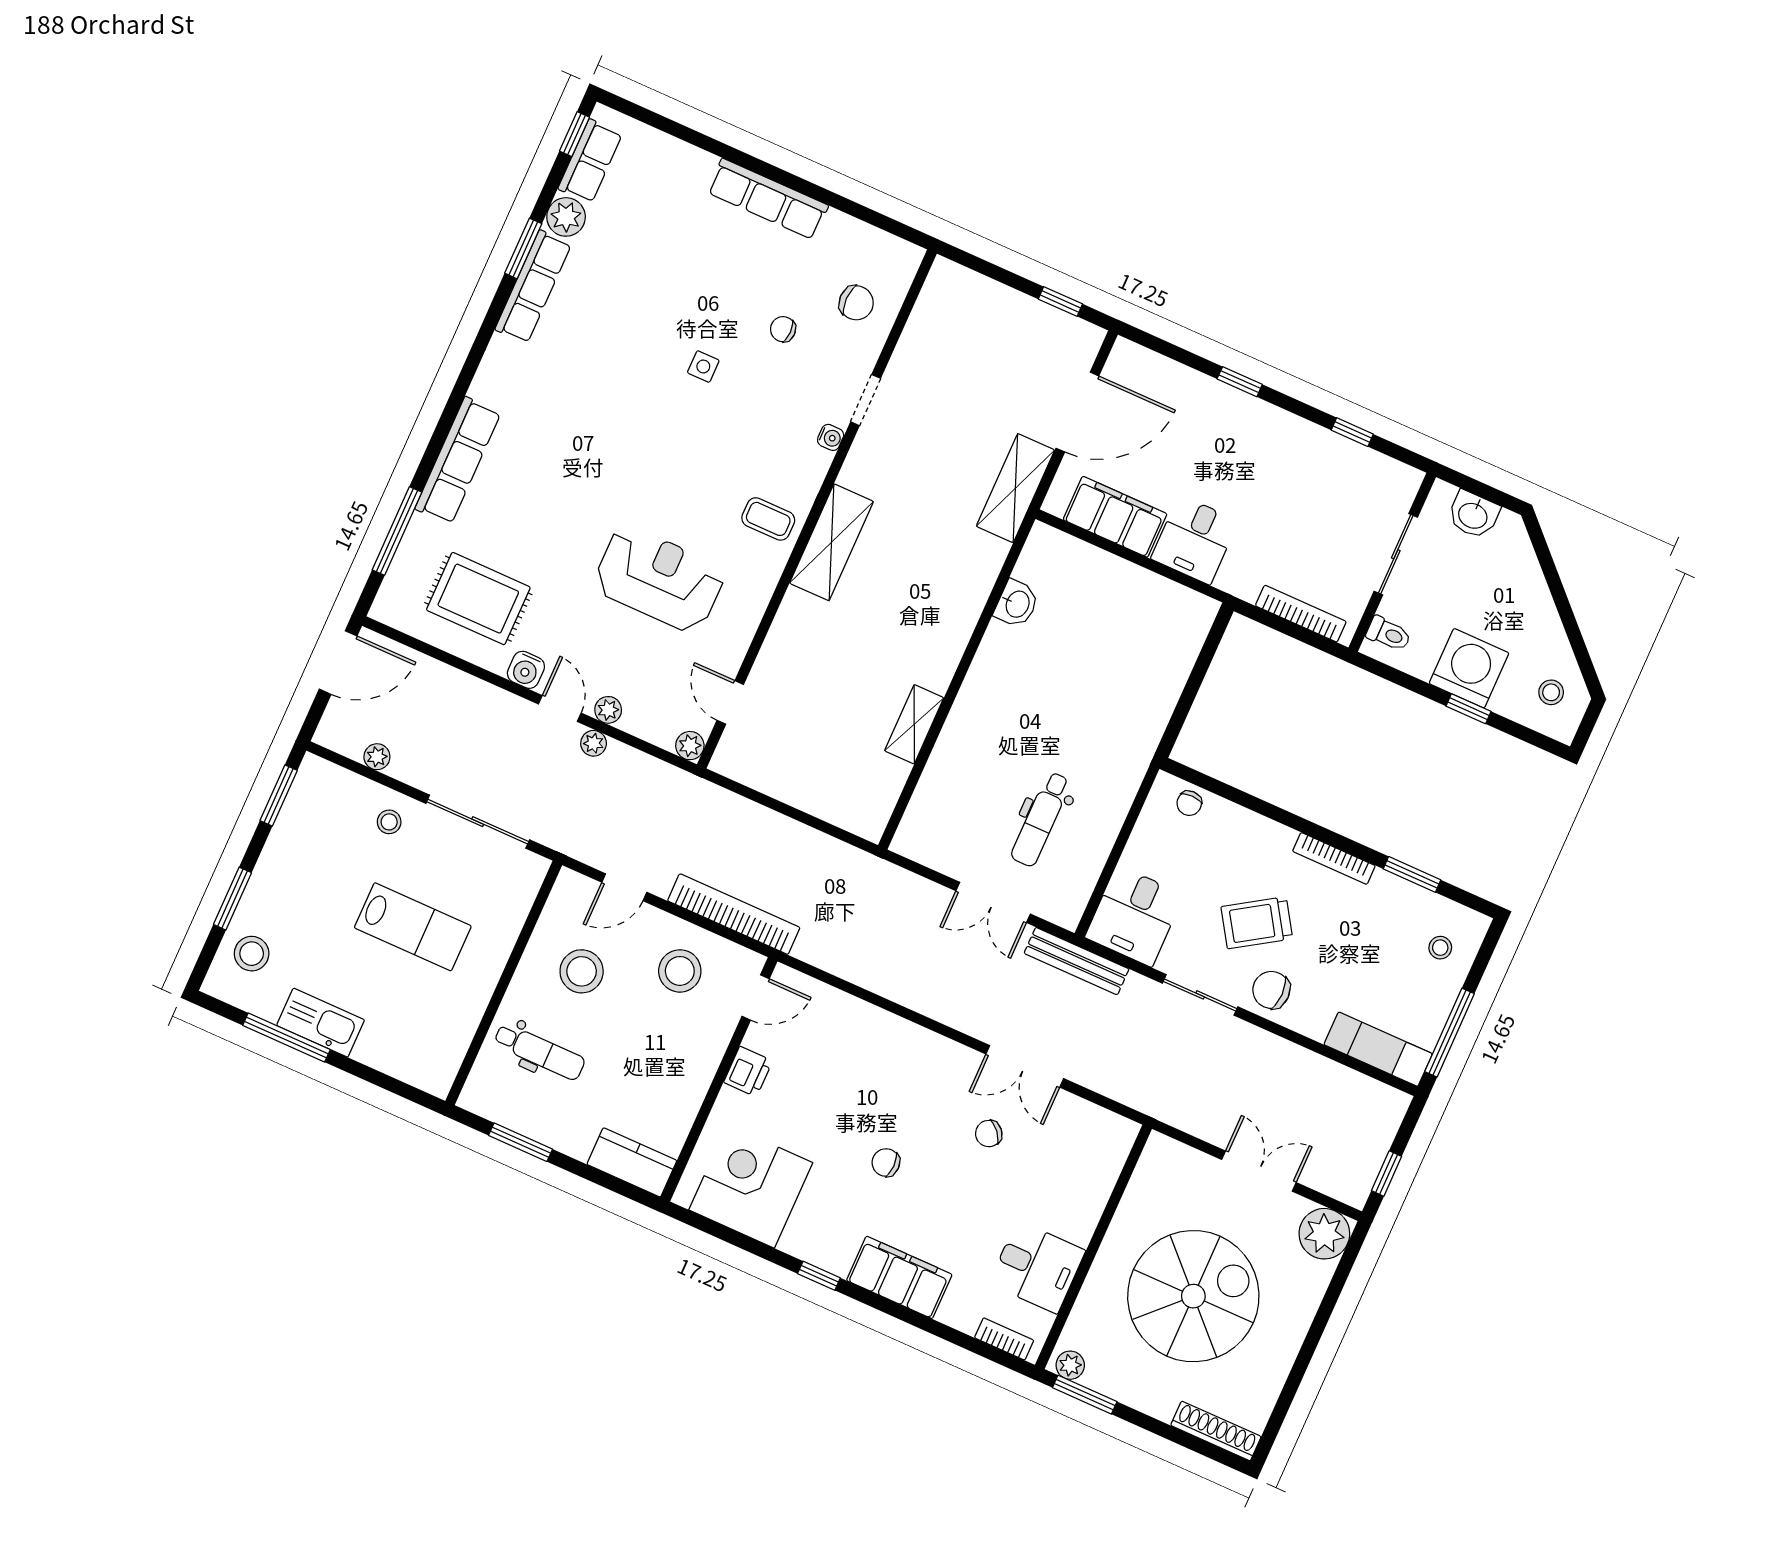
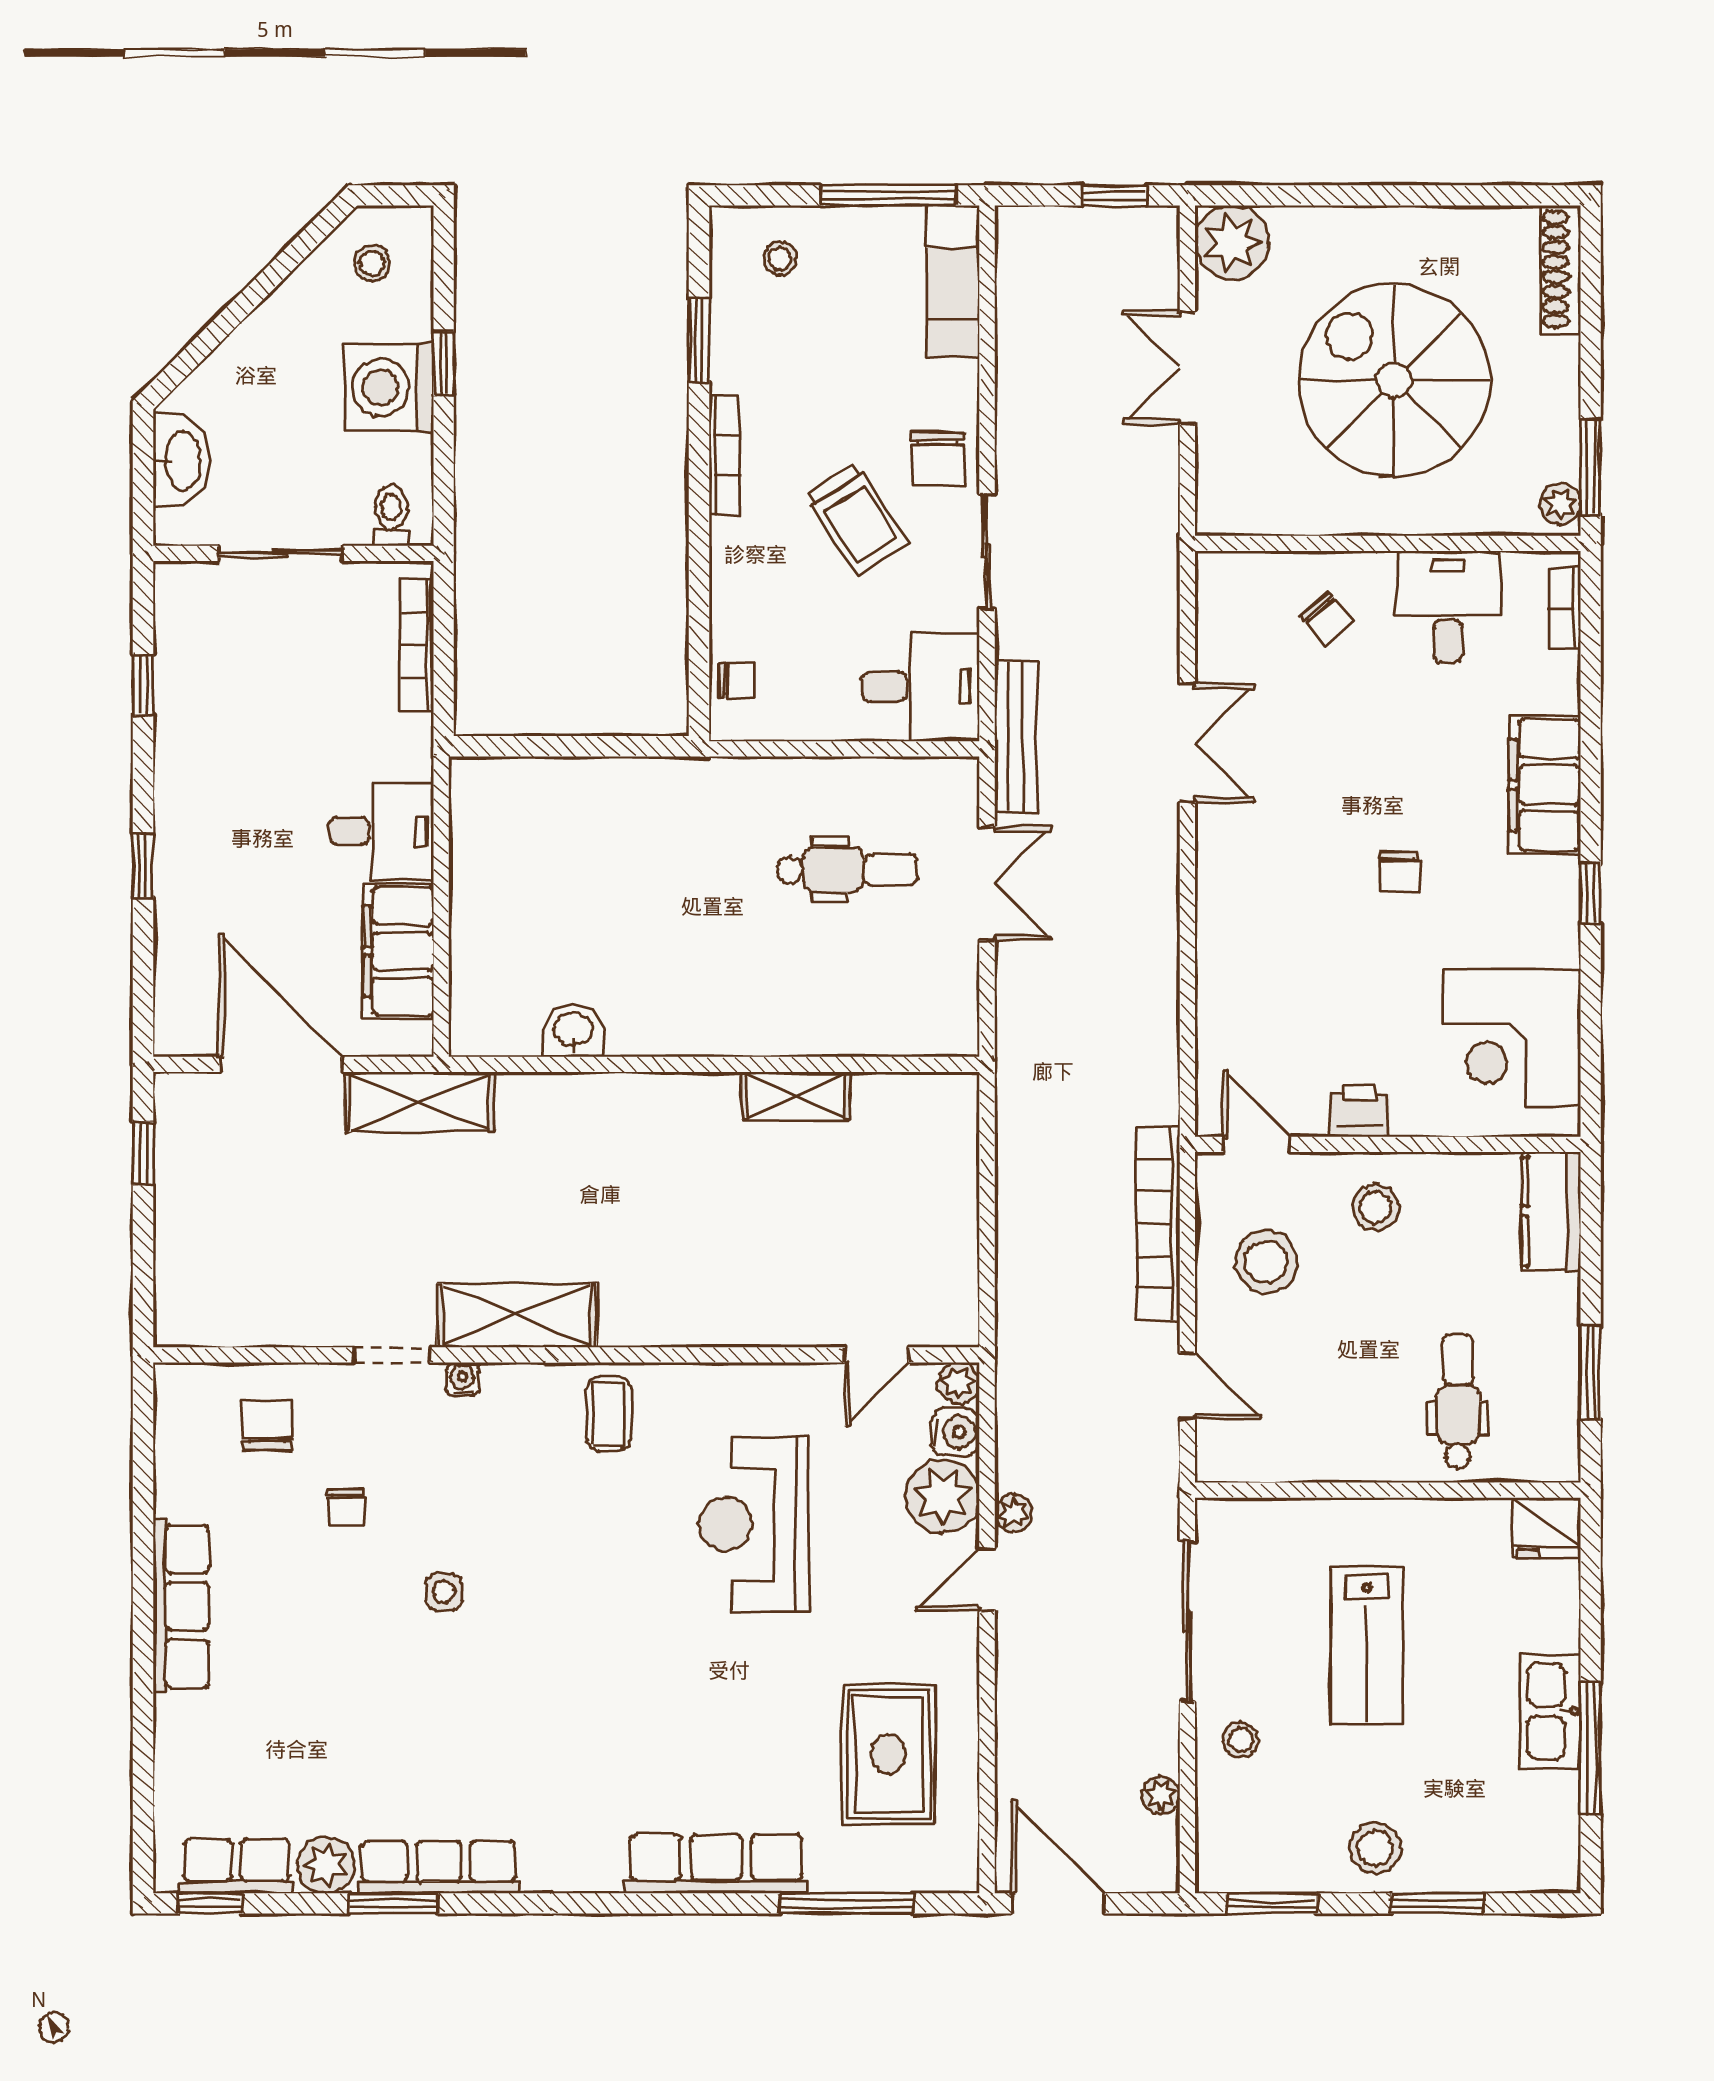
washbasin: (1473, 515) -> (181, 461), width x1.38
shelving: (831, 542) -> (517, 1315), moved
water cooler: (526, 670) -> (955, 1432), moved
plant: (608, 710) -> (943, 1497), width x1.88, depth x1.88
lab bench: (413, 927) -> (1367, 1645), turned 180
stool: (252, 954) -> (1375, 1848), moved
stool: (582, 971) -> (1376, 1207), moved, width x0.73, depth x0.73
fridge: (436, 1071) -> (1546, 1527), added
chair: (989, 1134) -> (1327, 619), moved

